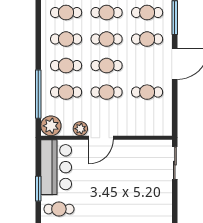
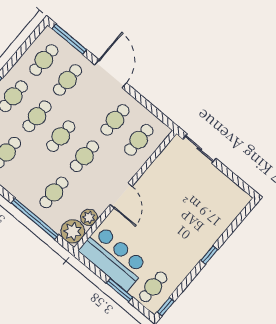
cafe table: (66, 66) -> (139, 140), moved
plant: (80, 129) -> (89, 217), moved

